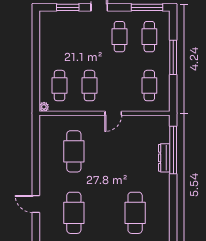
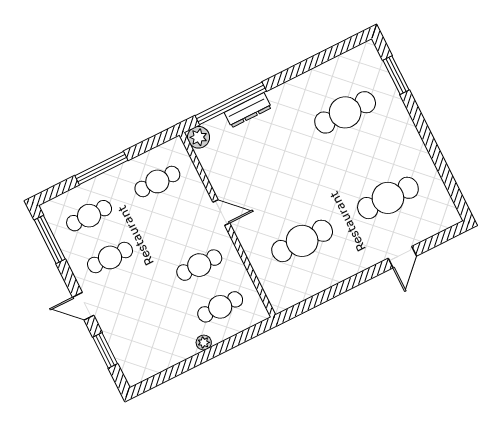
plant: (44, 107) -> (204, 342), moved
plant: (163, 122) -> (199, 137), added

